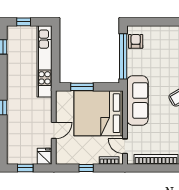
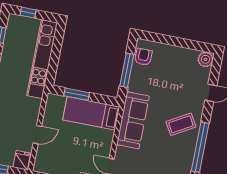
window: (123, 56) -> (127, 70), width x0.68
bed: (99, 113) -> (91, 113), width x0.49

